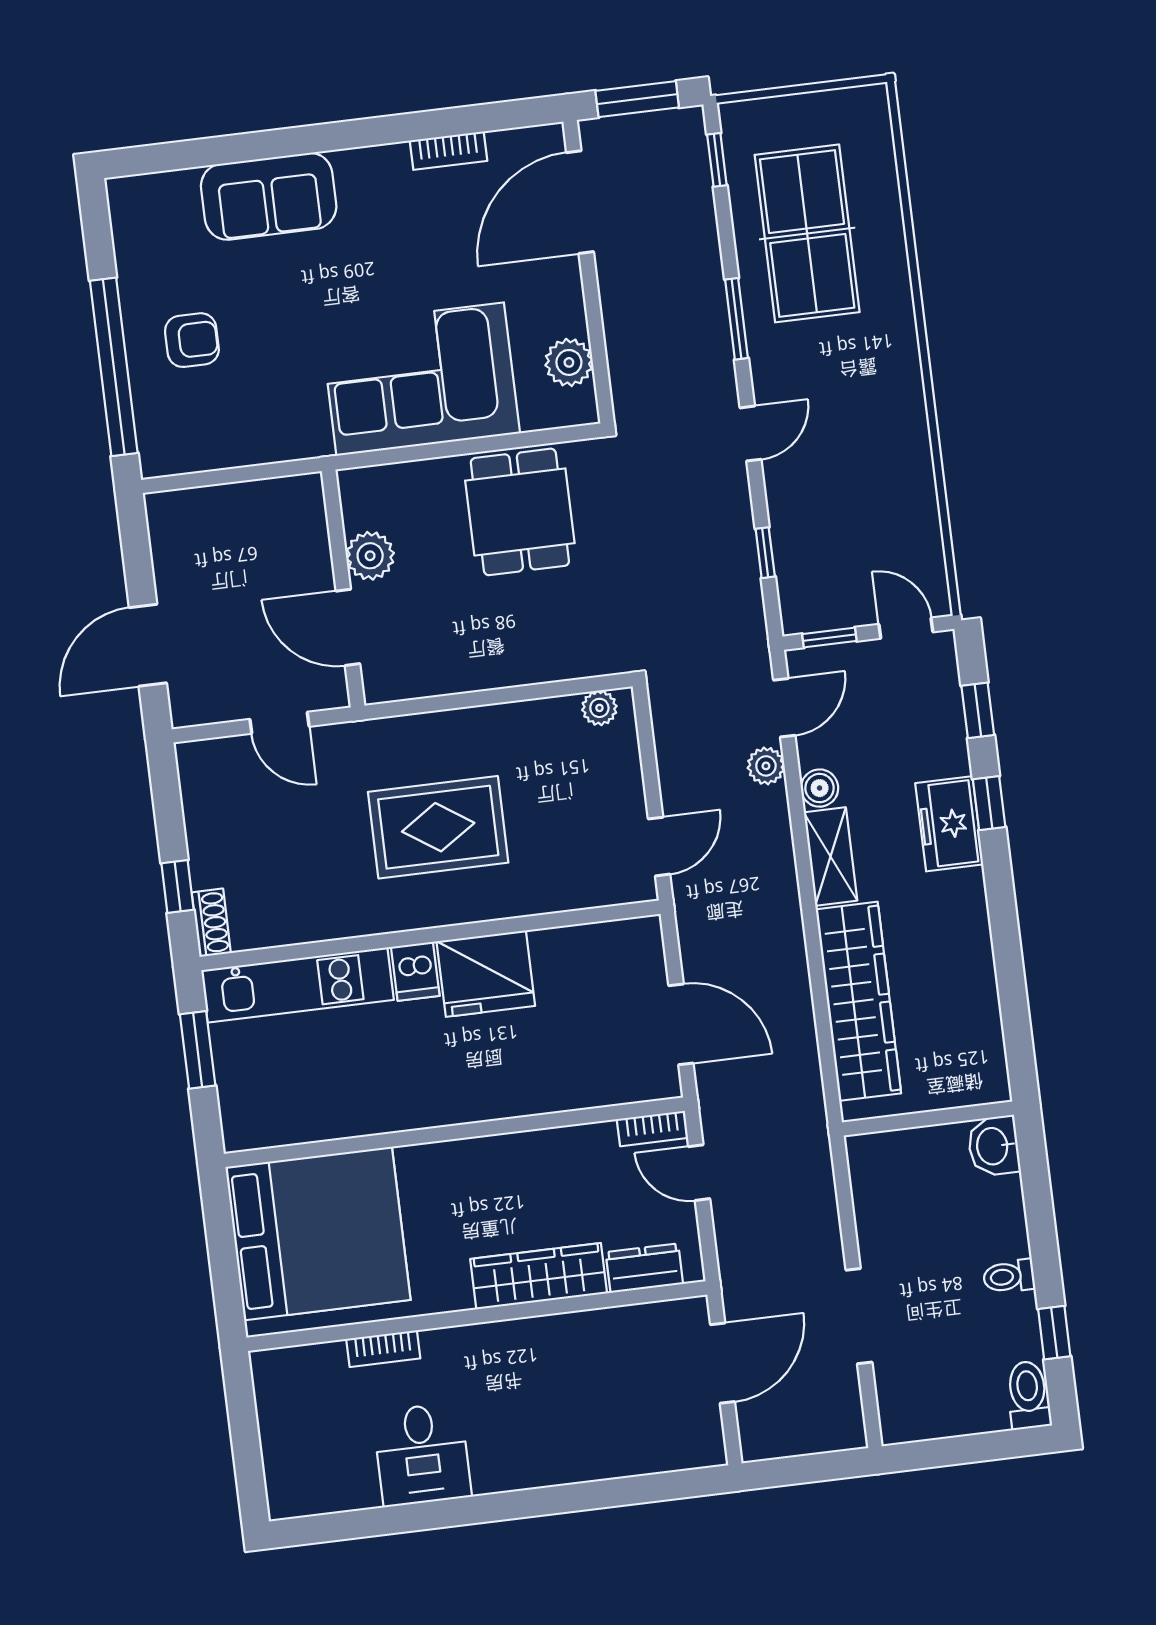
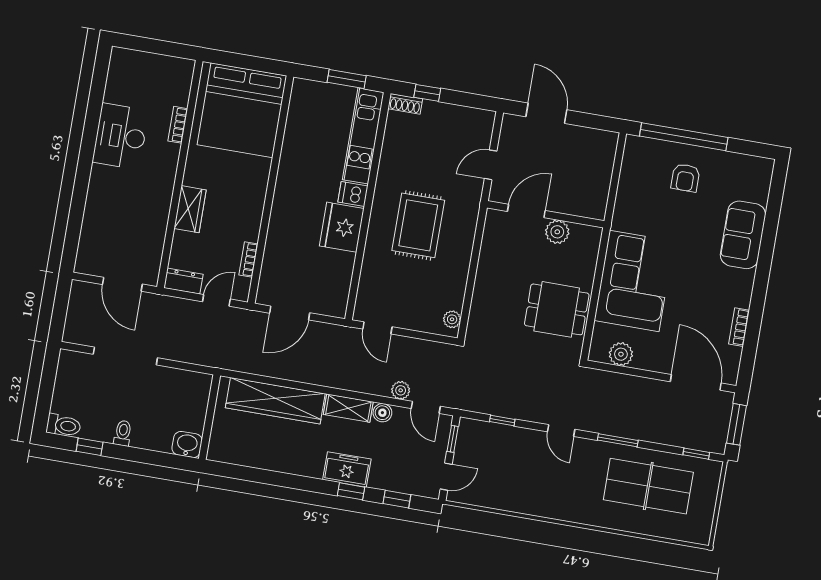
bookcase: (652, 1128) -> (248, 259), moved
dresser: (644, 1268) -> (183, 281), moved, turned -90
wardrobe: (539, 1276) -> (190, 209), width x0.67
doorway: (859, 1316) -> (125, 356), width x1.36
desk: (422, 1454) -> (120, 136), width x1.37

